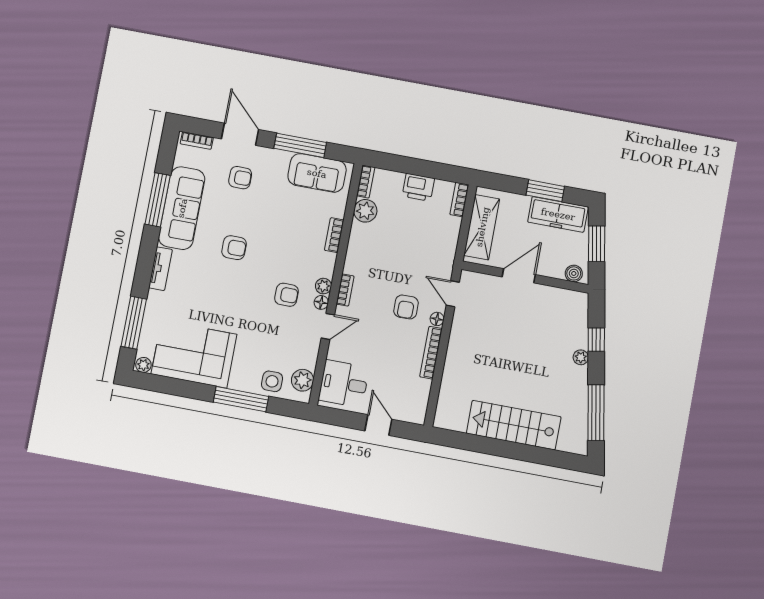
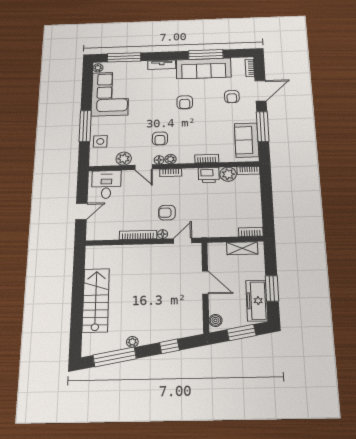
printer: (418, 187) -> (209, 175), moved, turned -90
shelving: (482, 227) -> (242, 248), width x0.67, depth x0.75
plant: (581, 357) -> (132, 342), moved
plant: (303, 380) -> (124, 159), moved

